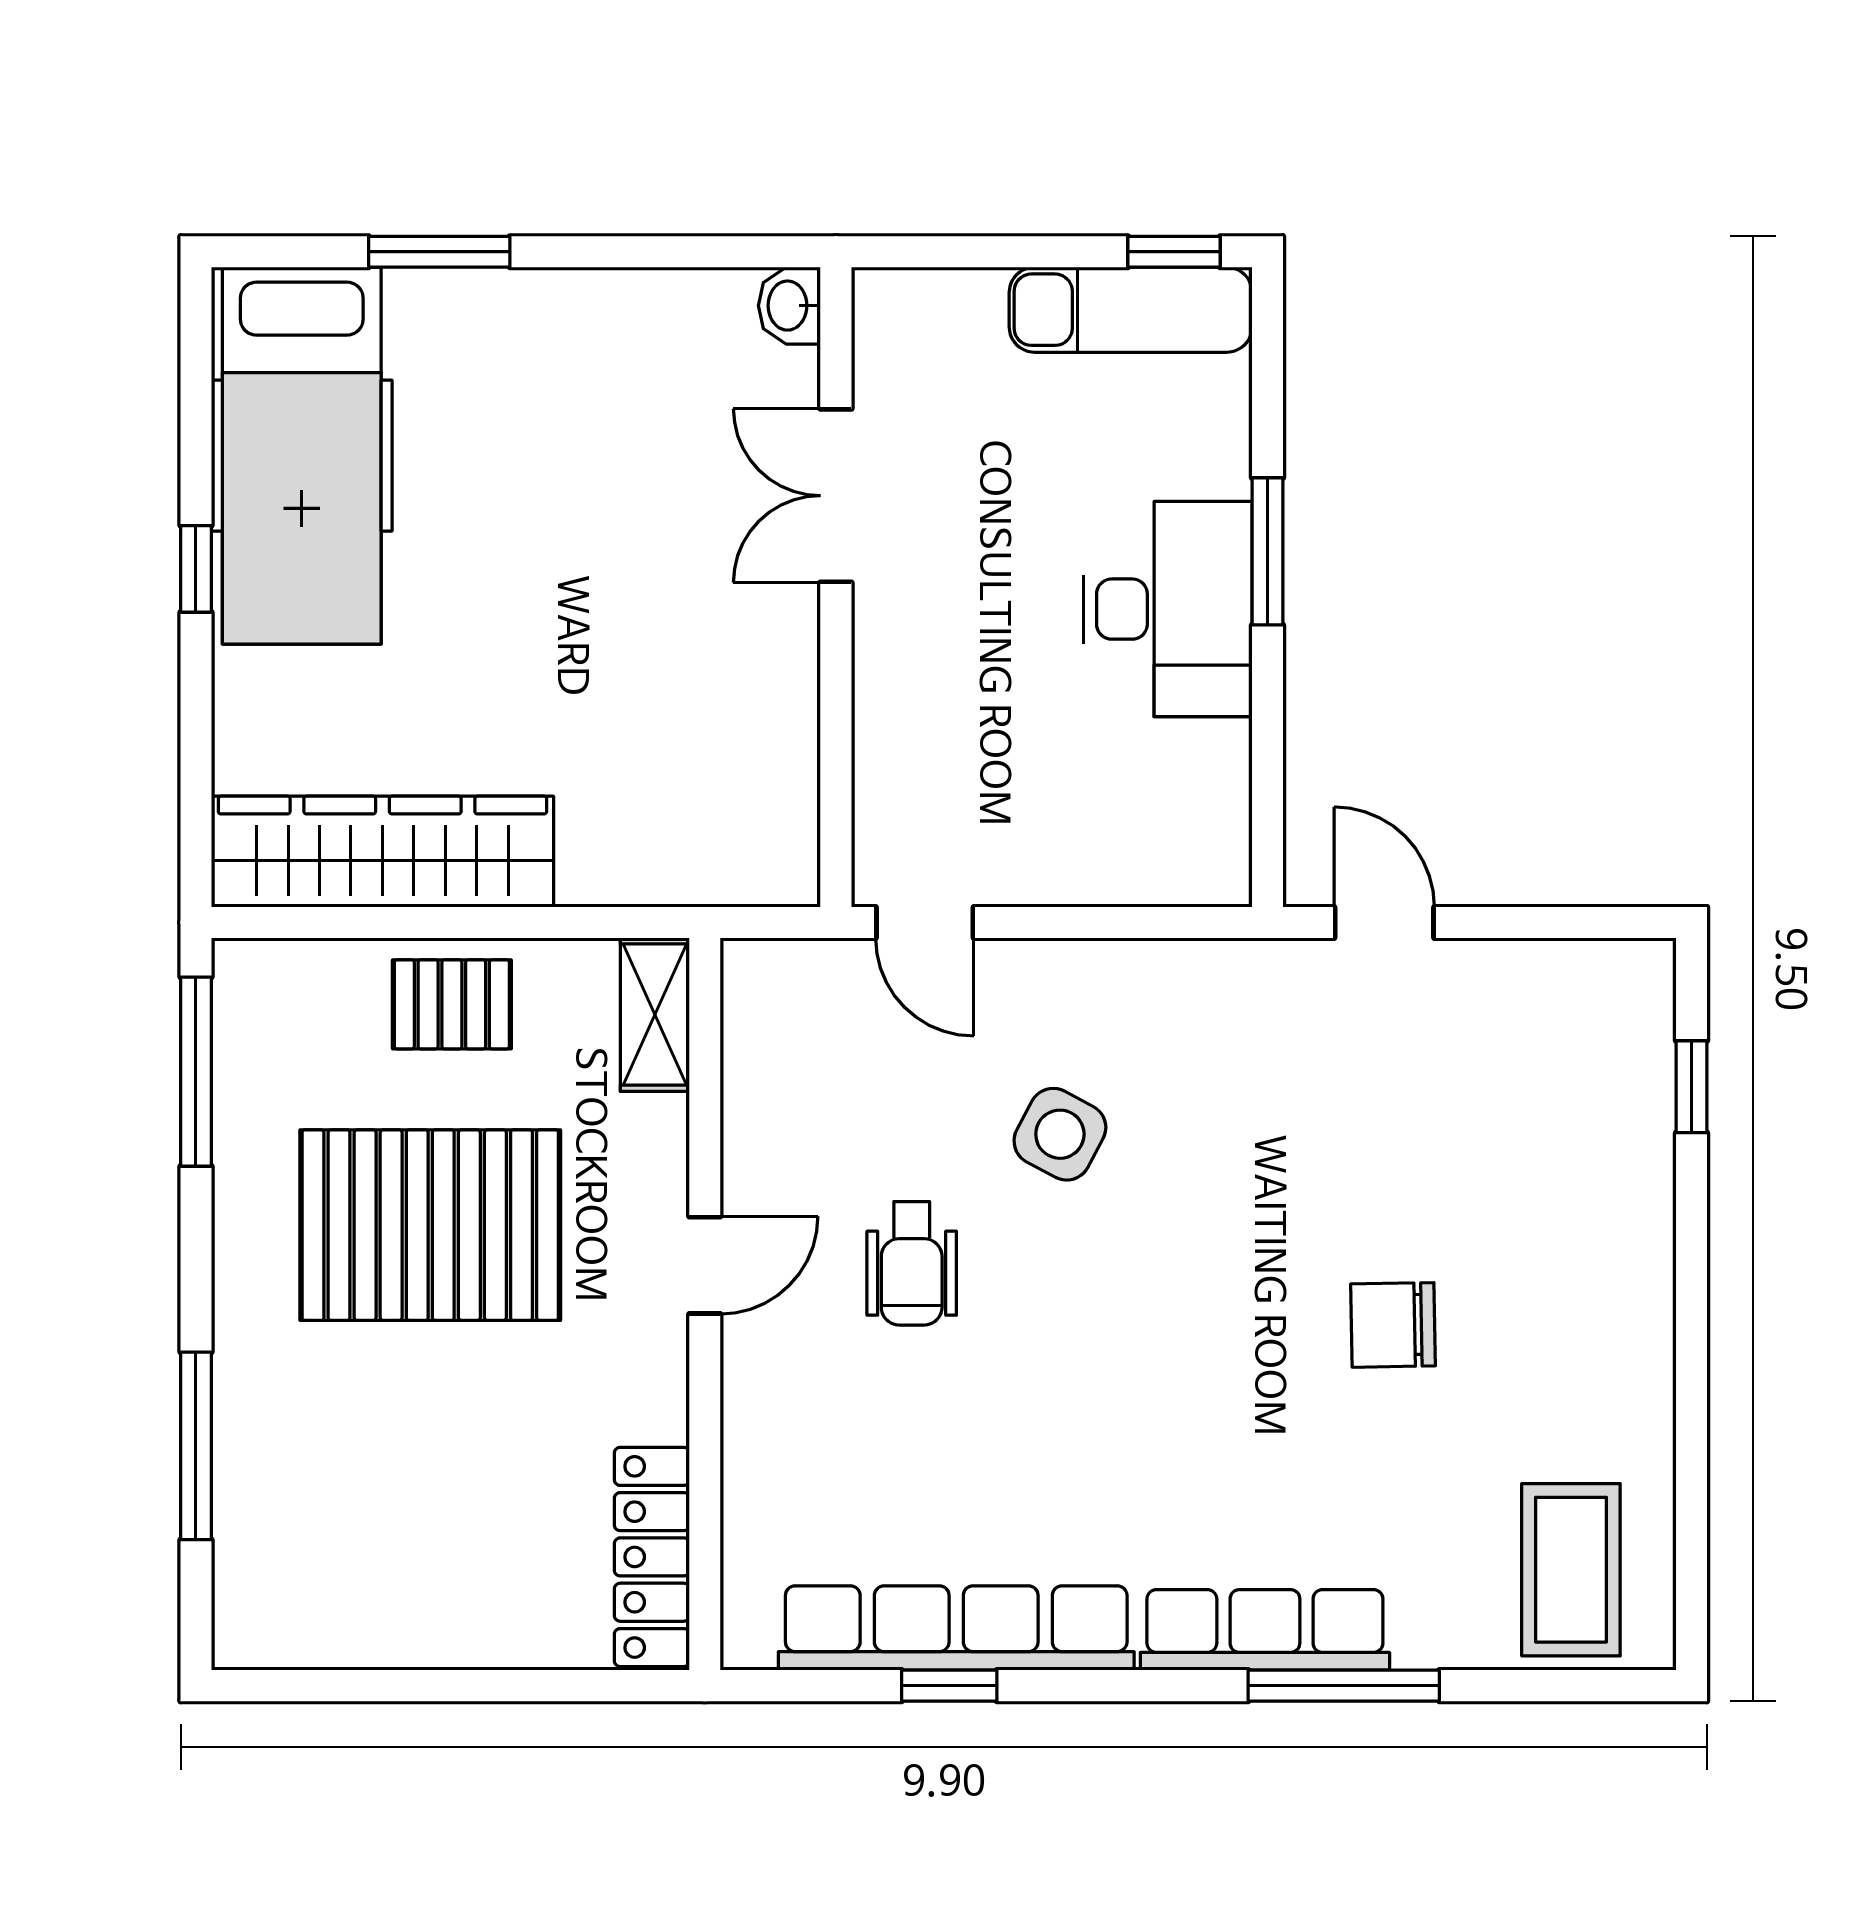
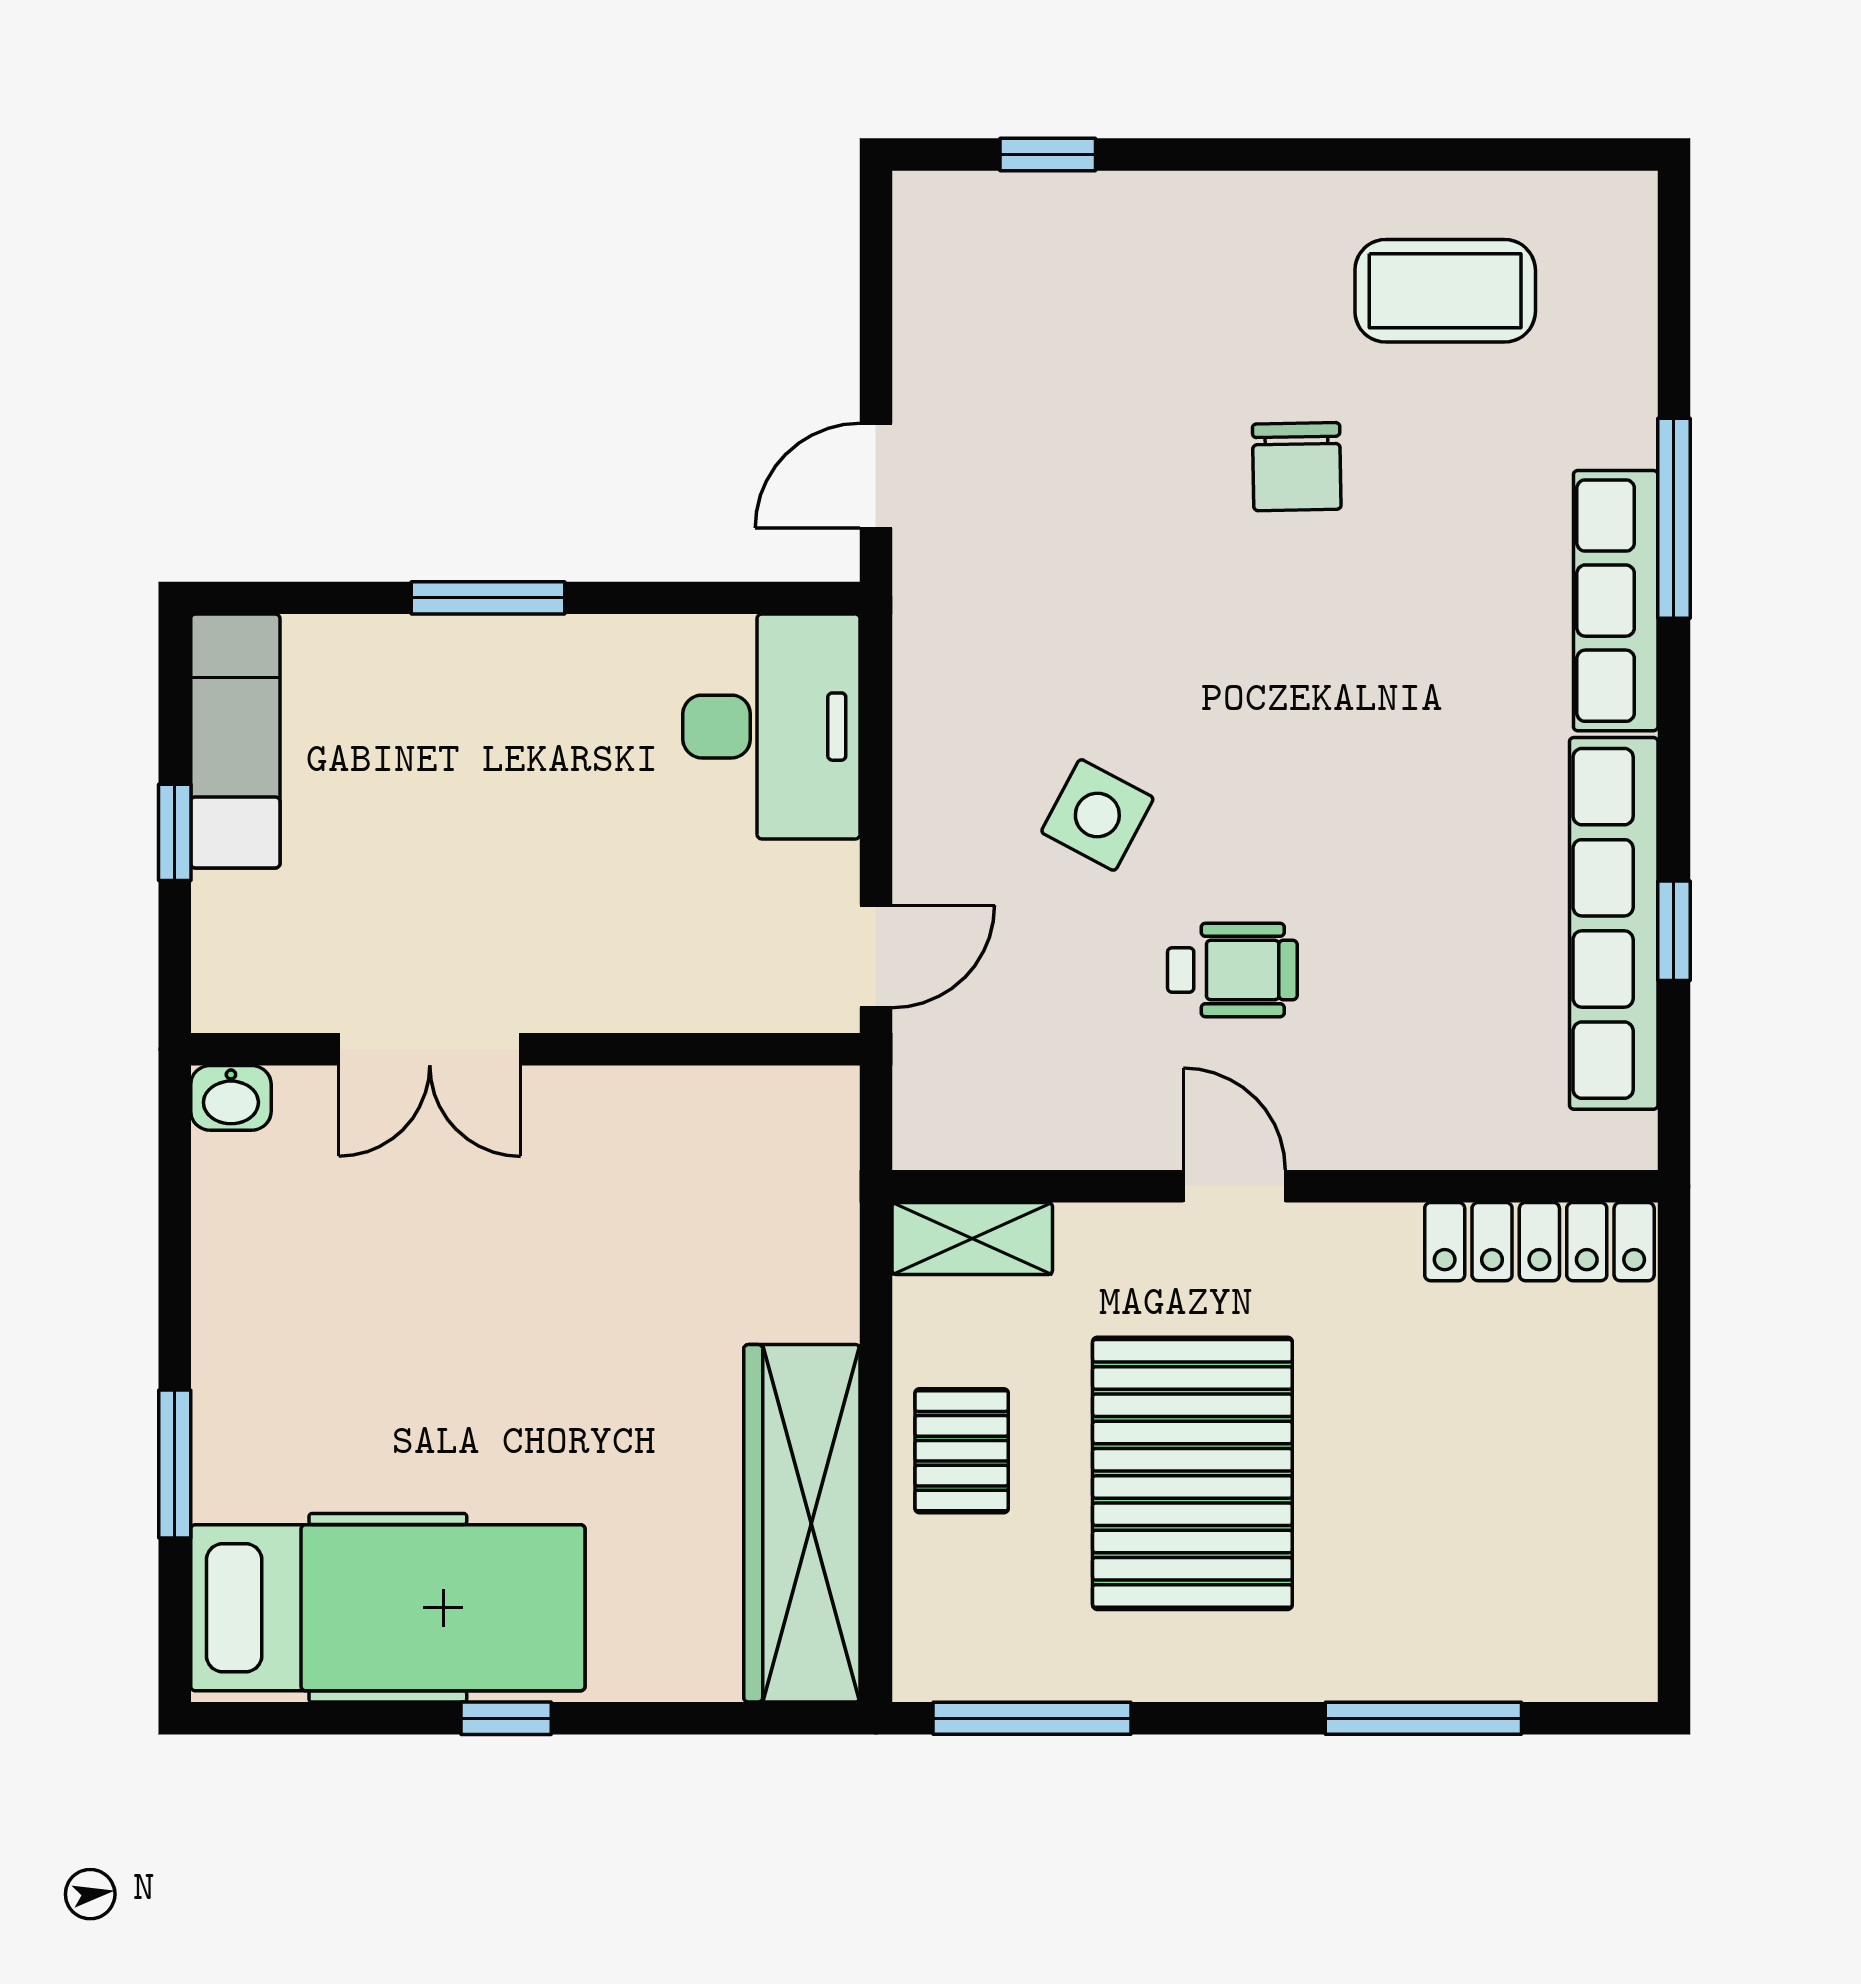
window: (1174, 252) -> (175, 832), moved
desk: (1168, 609) -> (771, 727), moved, turned 90
coffee table: (1571, 1570) -> (1445, 291), moved

